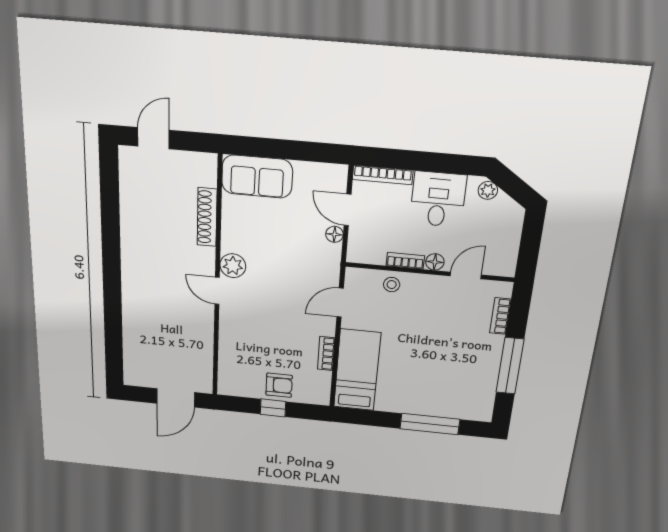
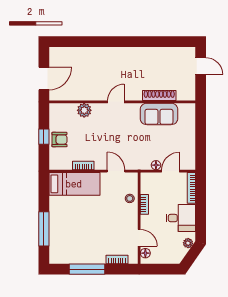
sofa: (257, 177) -> (159, 114), moved, turned -90
floor lamp: (435, 262) -> (145, 253), moved
plant: (233, 266) -> (84, 110), moved
armchair: (279, 385) -> (59, 140), turned -90
door: (176, 398) -> (44, 78), swing flipped

